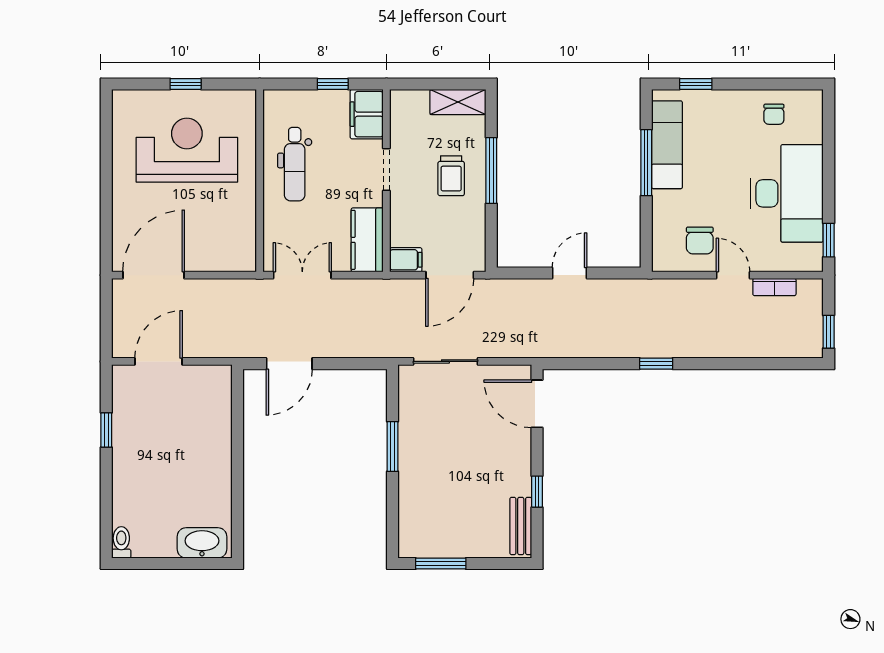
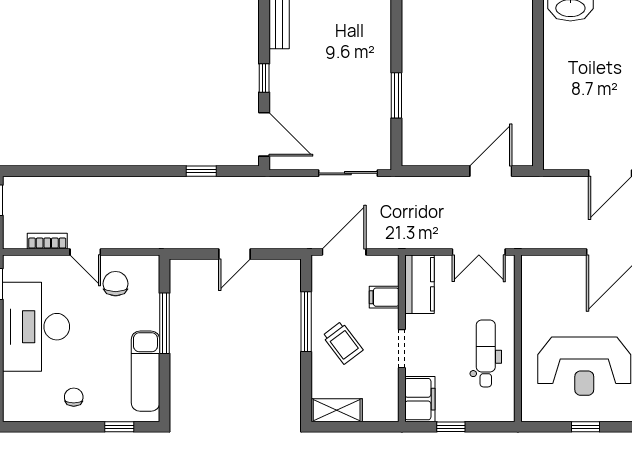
chair: (774, 114) -> (74, 397), moved
window: (646, 163) -> (164, 323), moved
window: (491, 171) -> (306, 322), moved
trolley: (451, 176) -> (343, 343), turned 143
filing cabinet: (406, 260) -> (384, 297), moved
window: (656, 364) -> (201, 171), moved
window: (537, 492) -> (264, 78), moved

